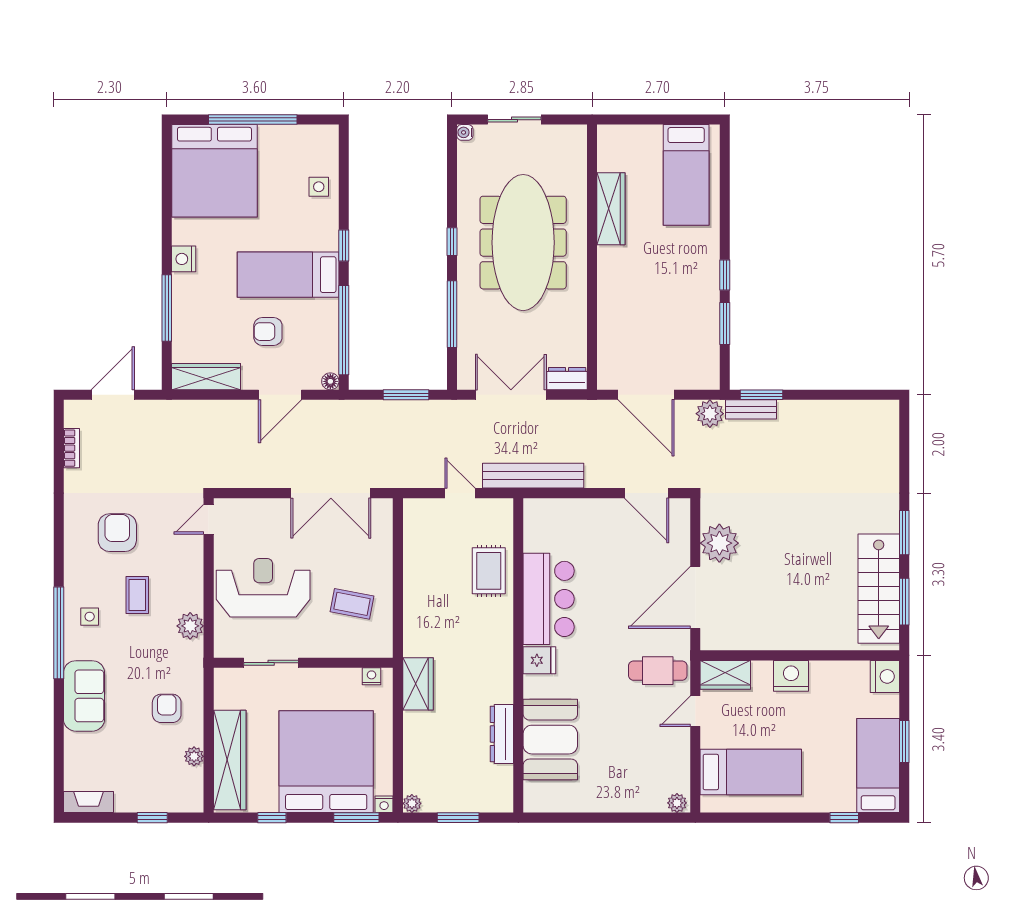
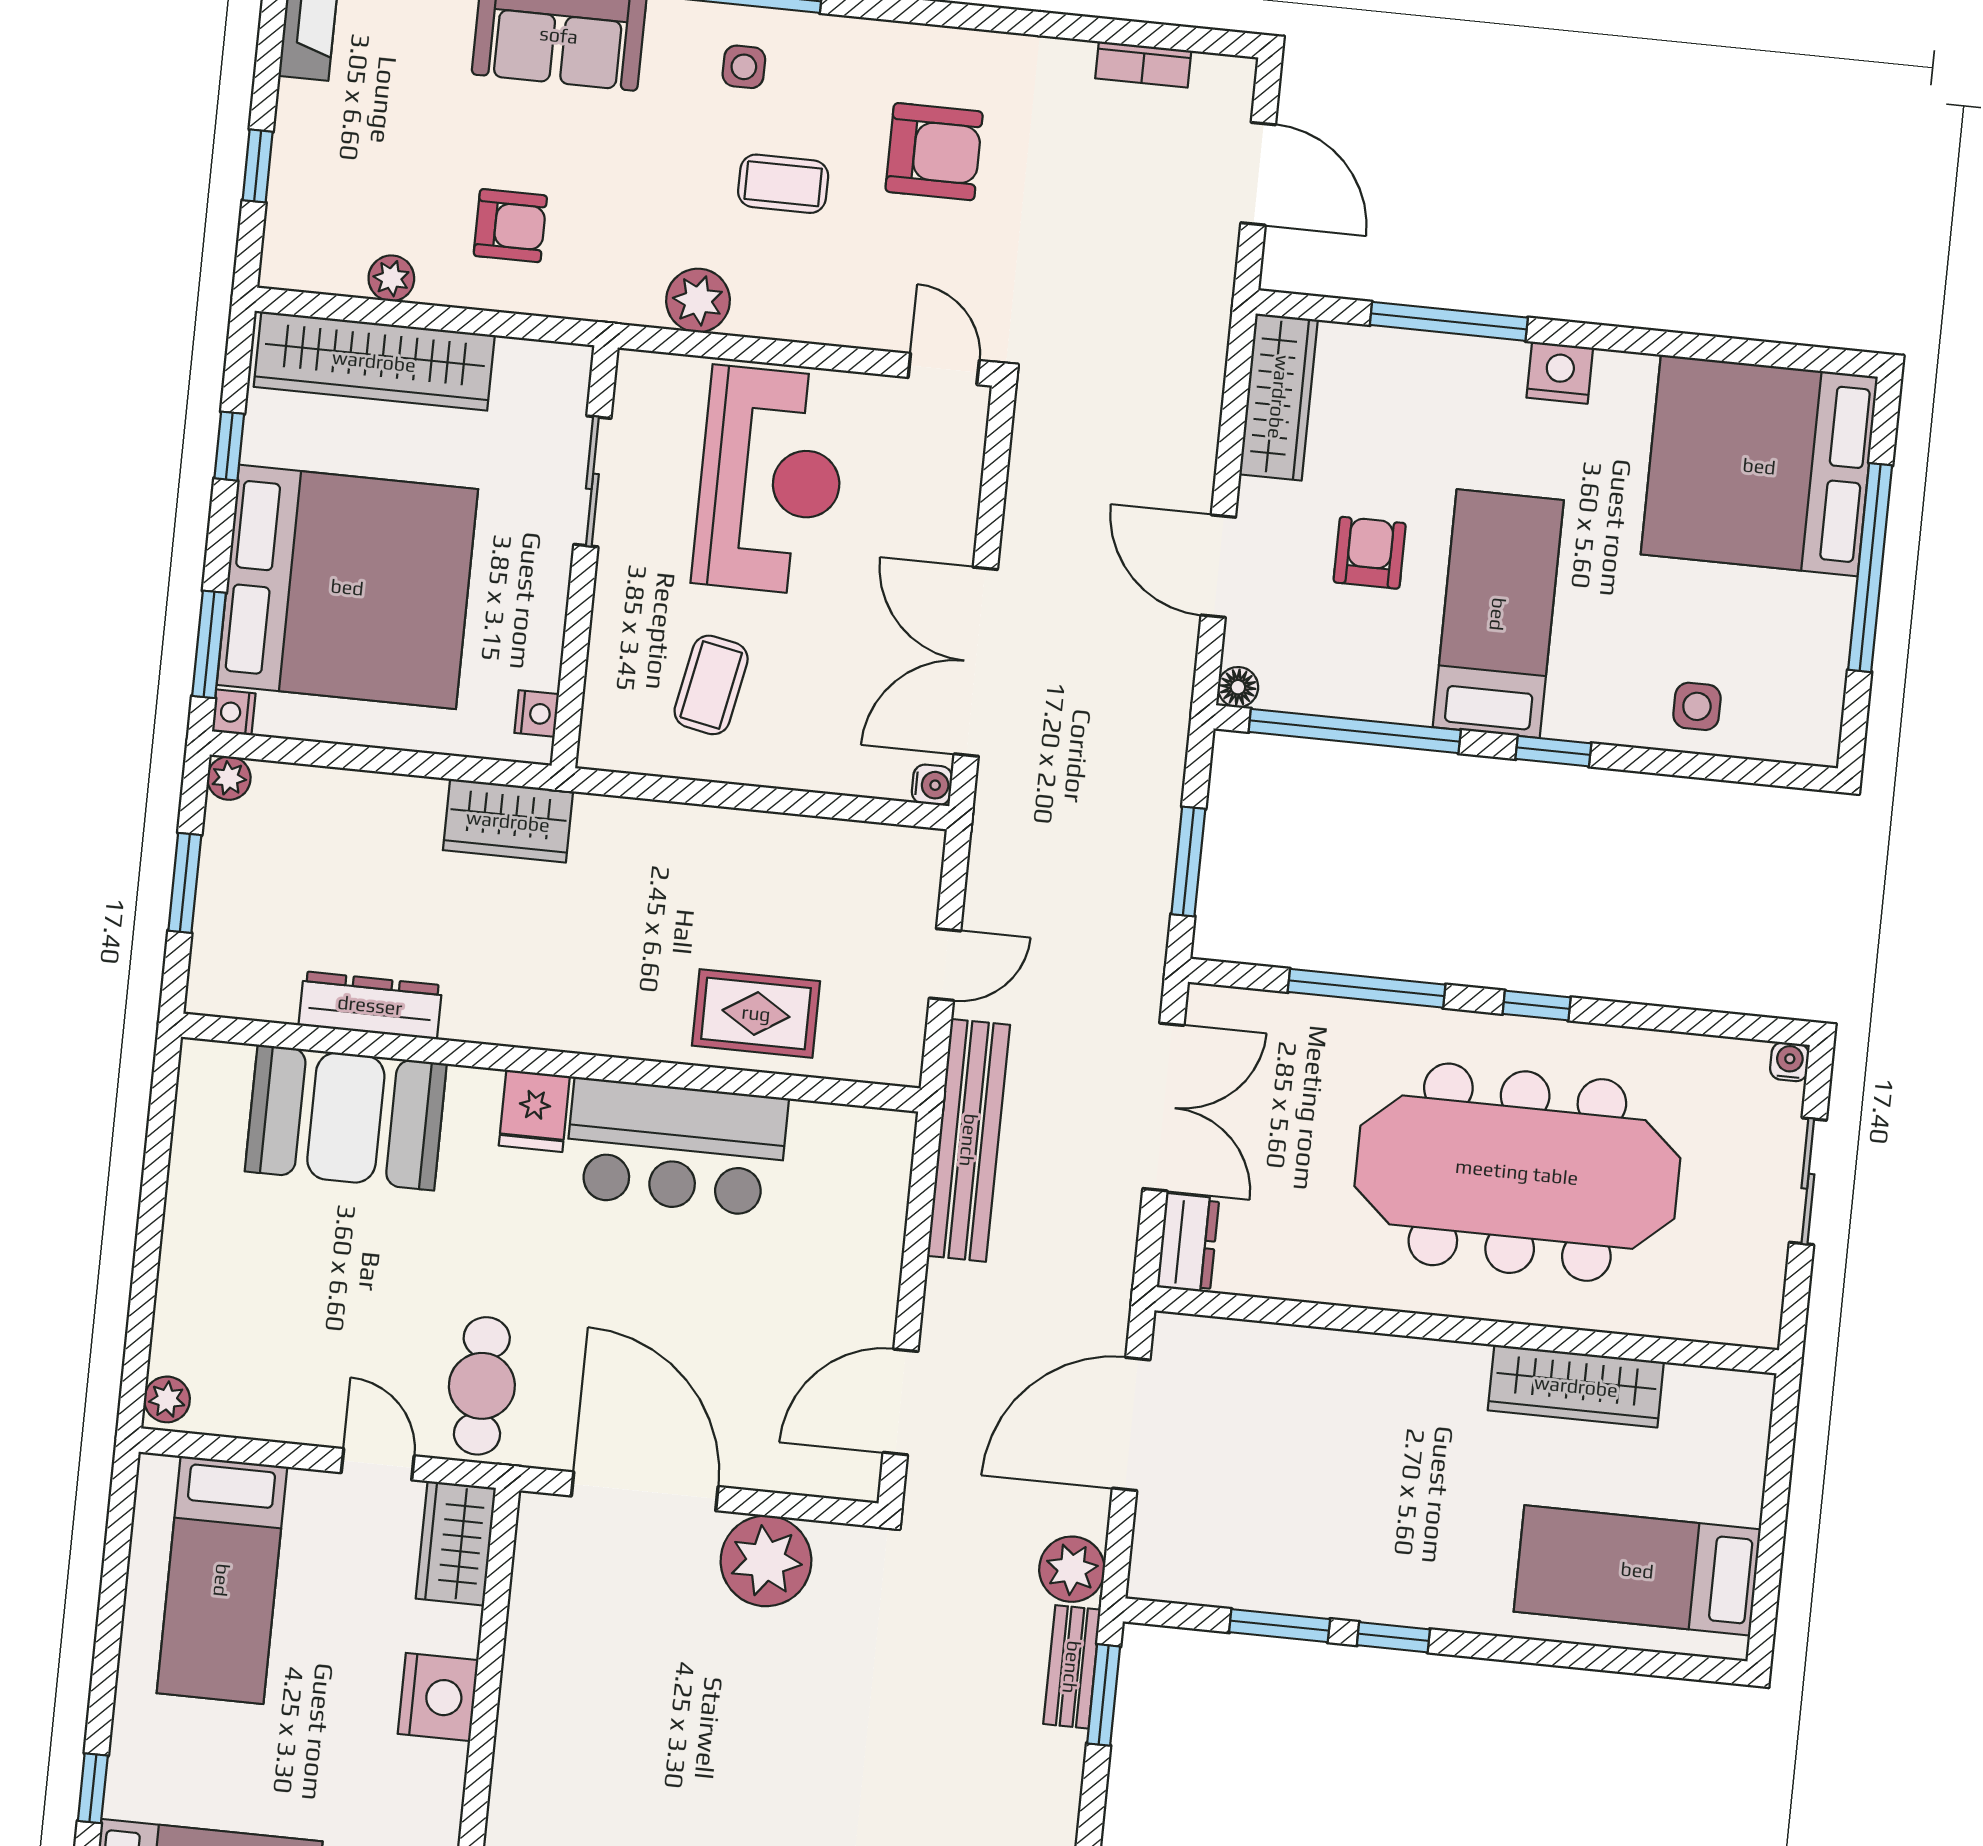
water cooler: (385, 506) -> (932, 785), added

